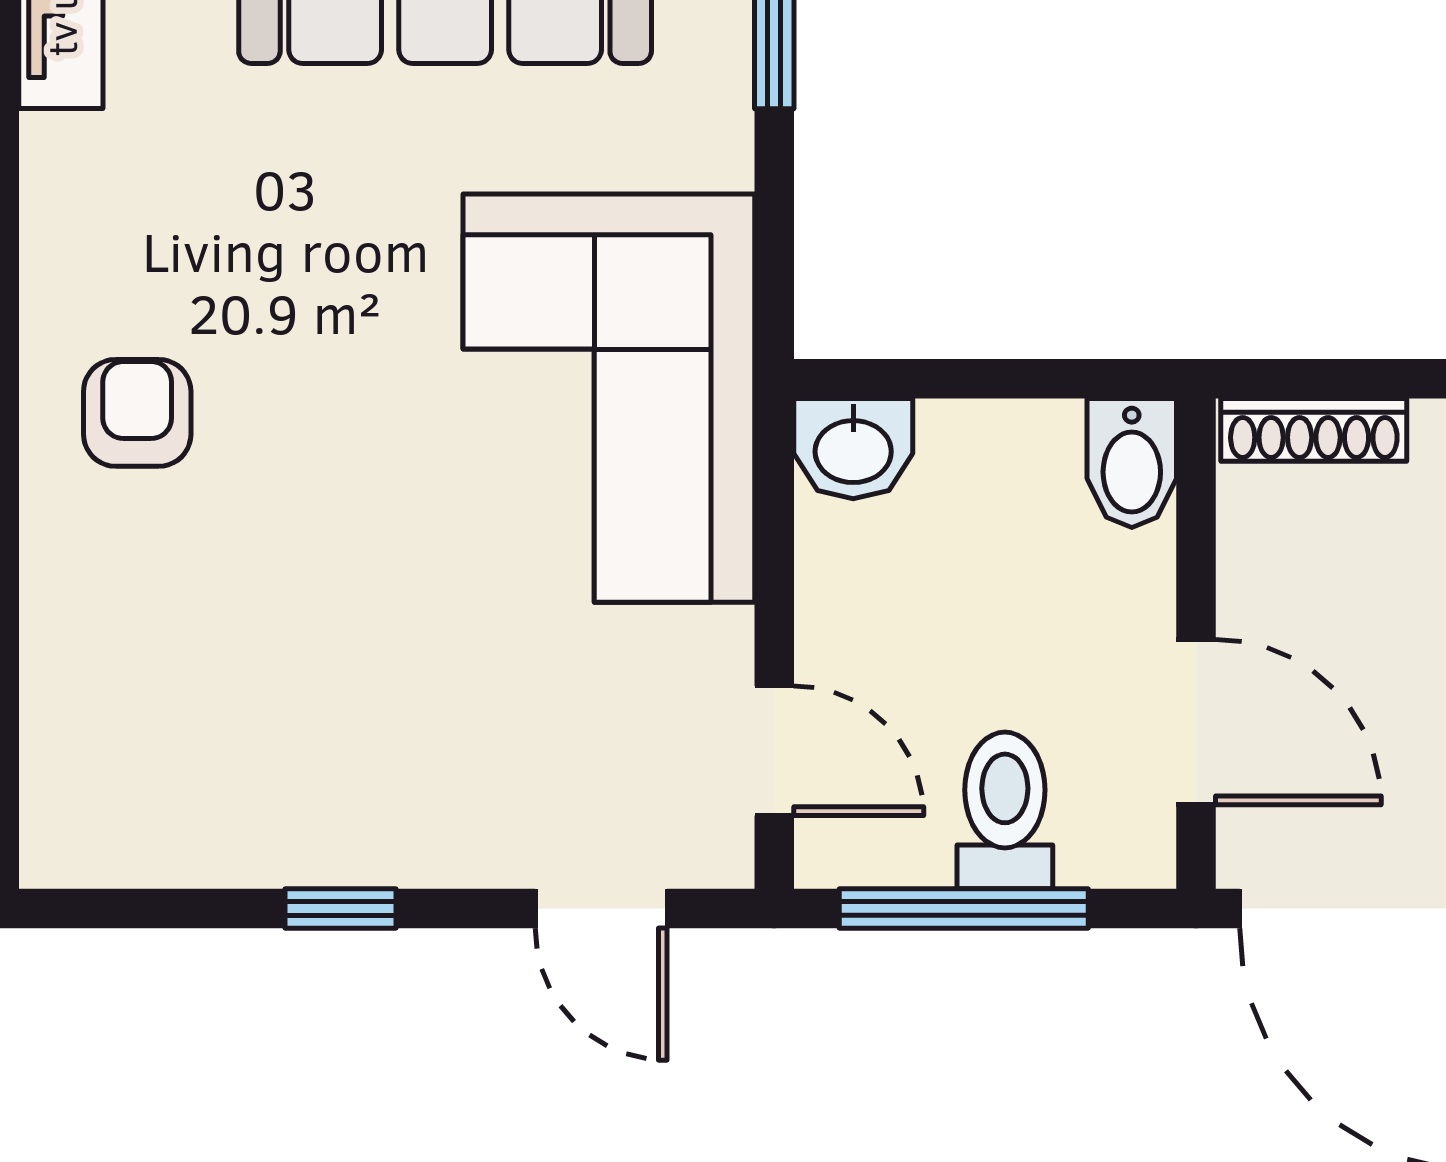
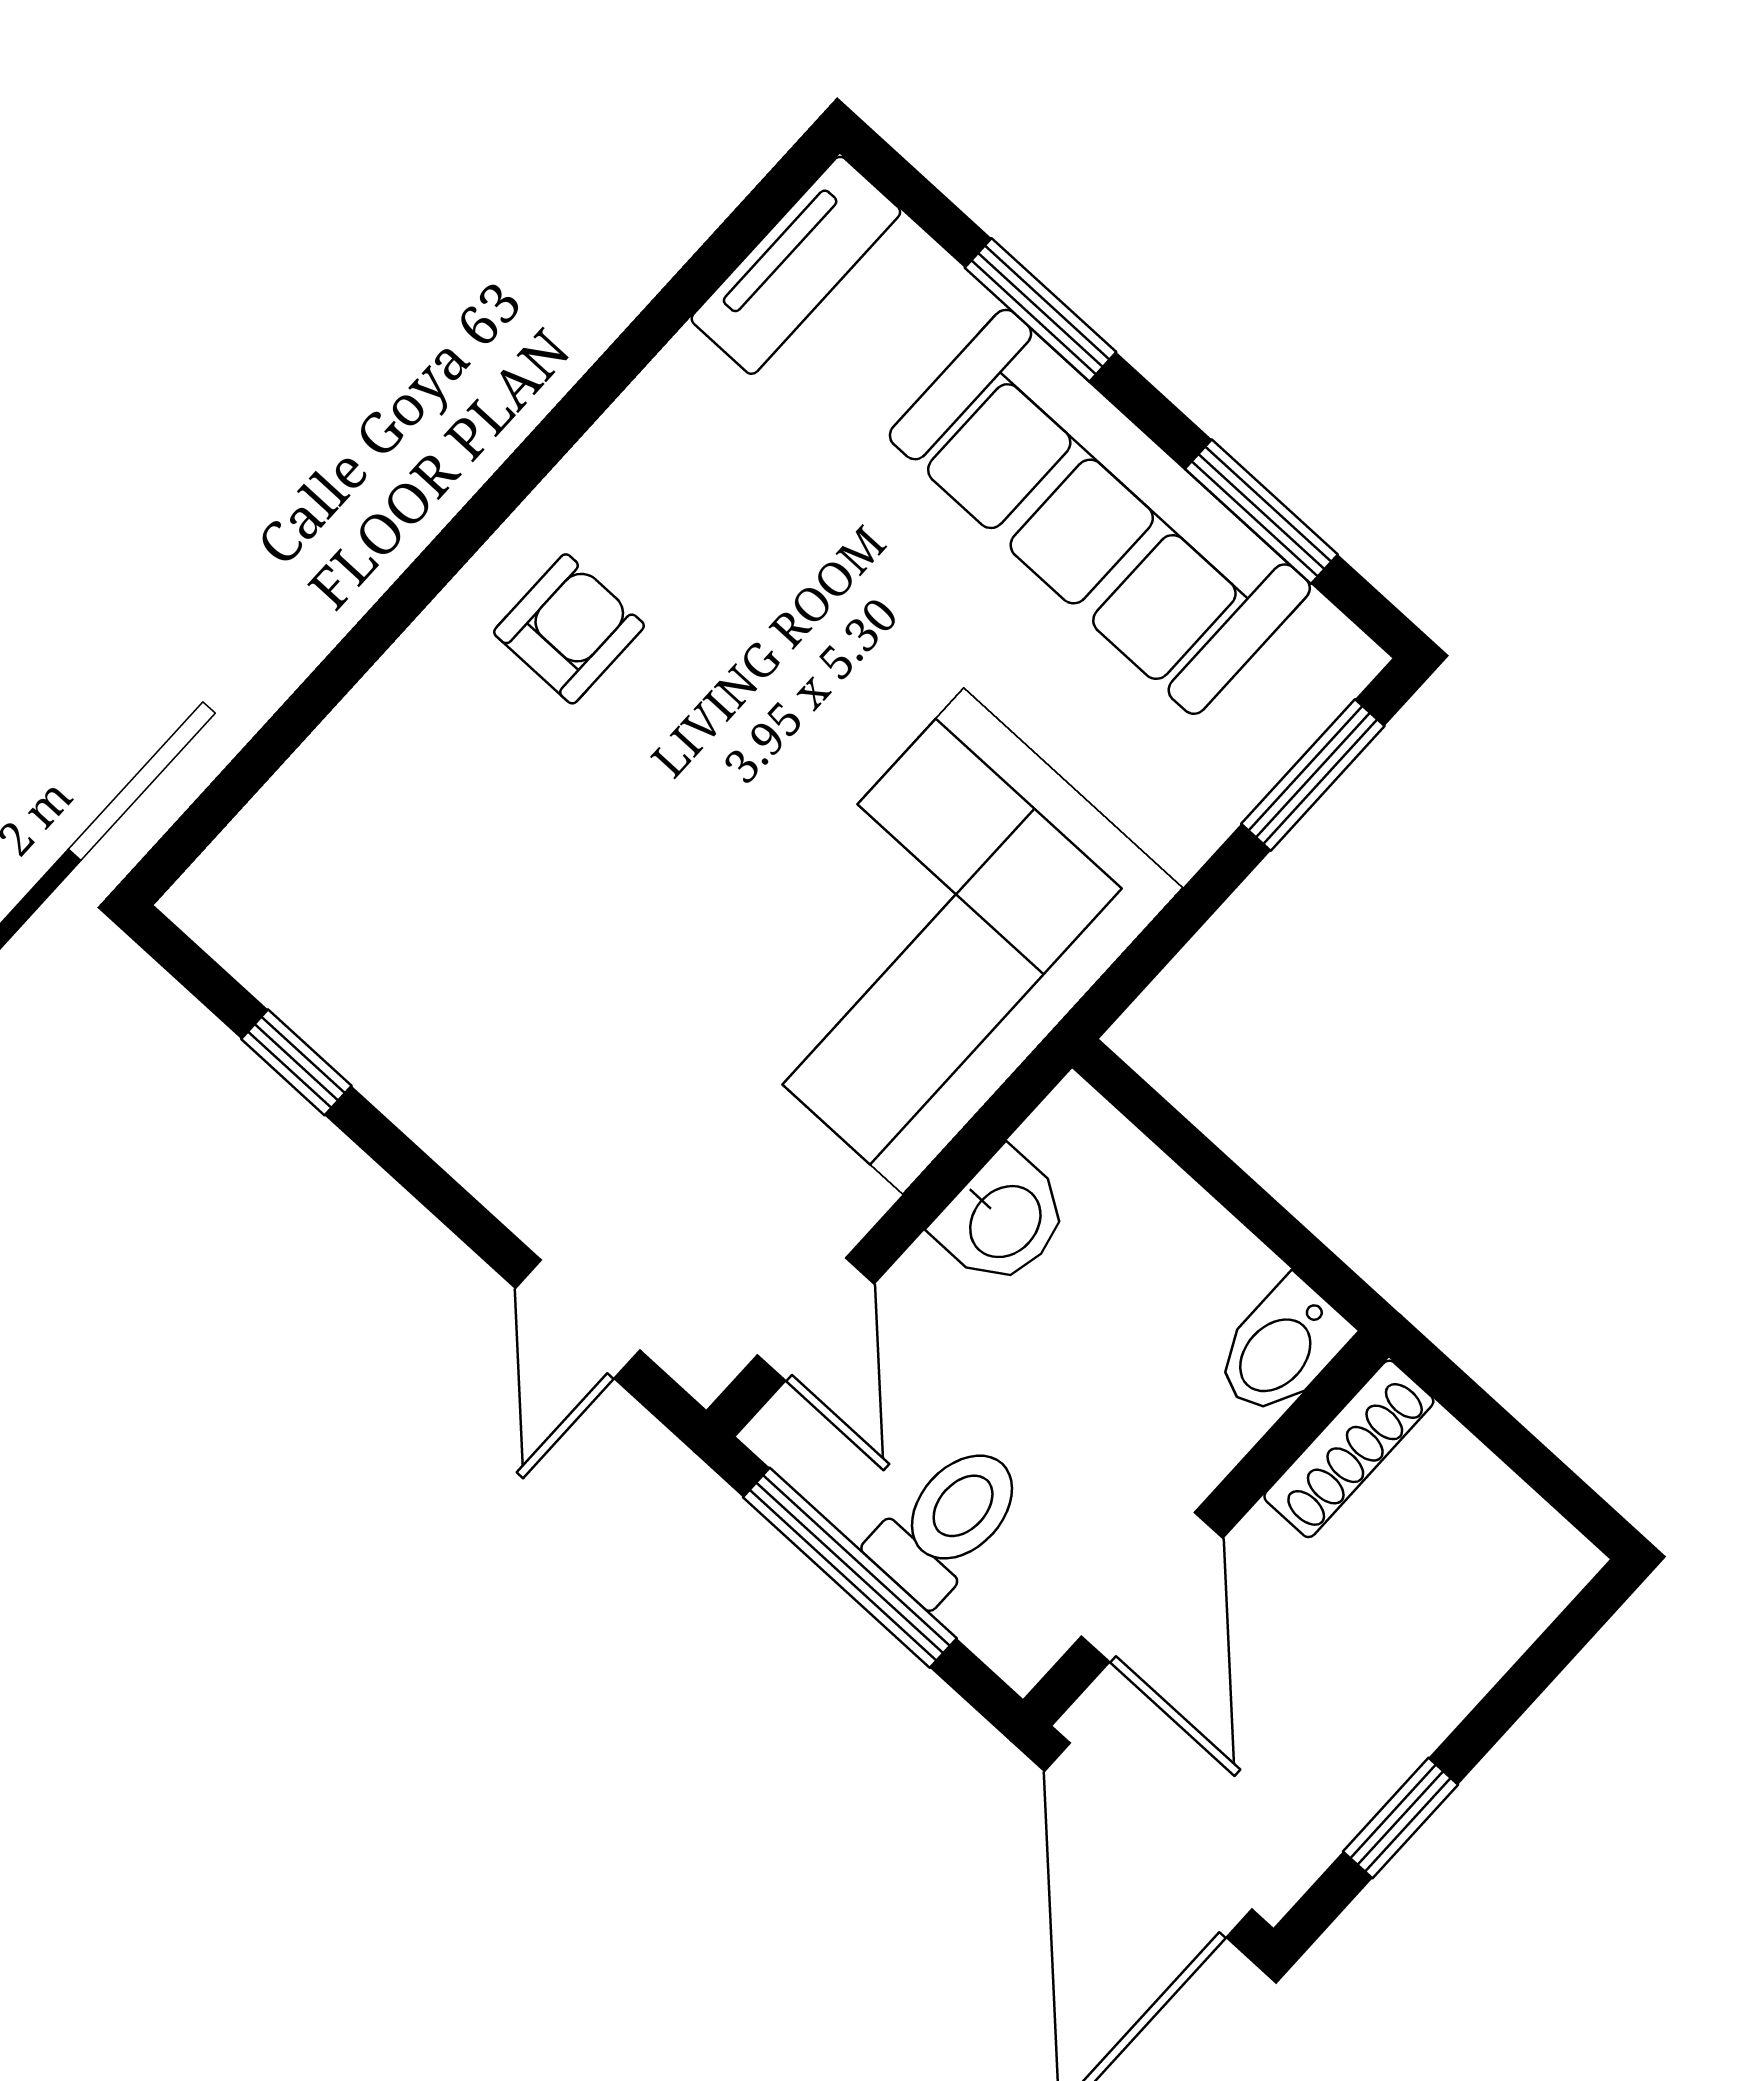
shoe rack: (1314, 430) -> (1349, 1449), moved, turned -90
washbasin: (853, 449) -> (1003, 1220), moved, turned -90
window: (340, 908) -> (296, 1062), moved

